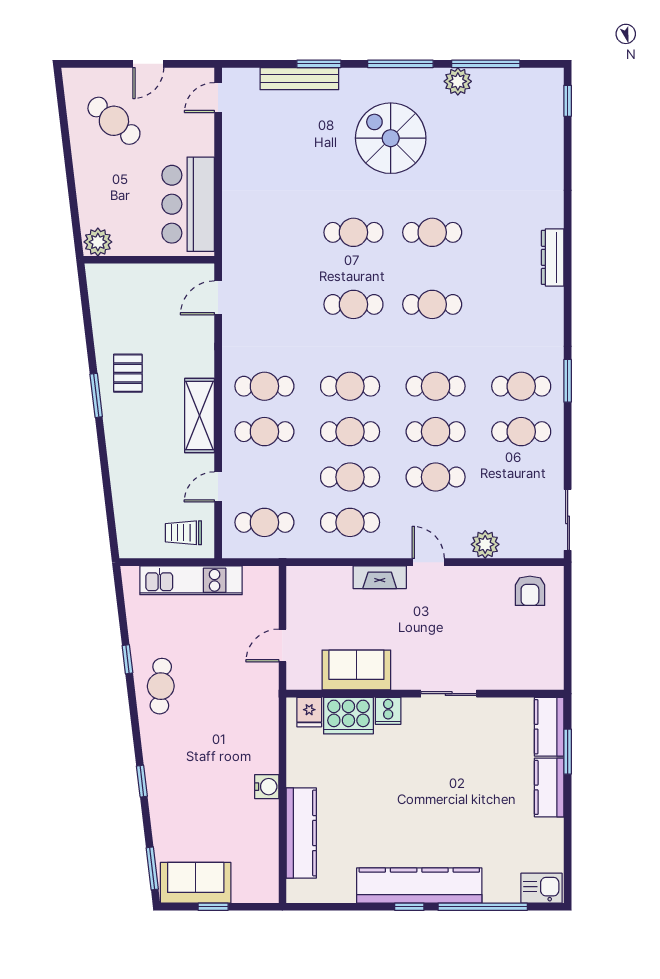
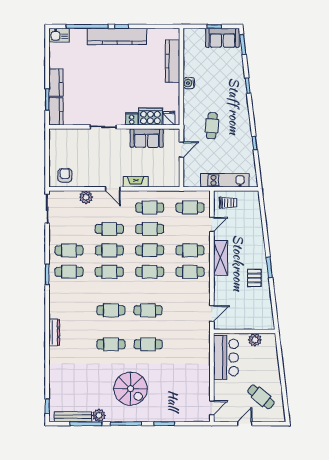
bench: (299, 79) -> (73, 417), moved
plant: (98, 242) -> (255, 340), moved
cafe table: (161, 686) -> (212, 126), moved

